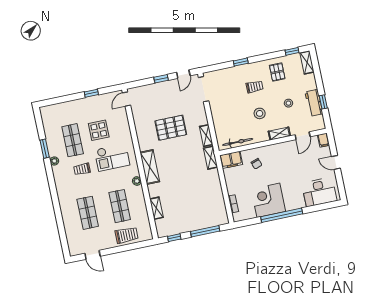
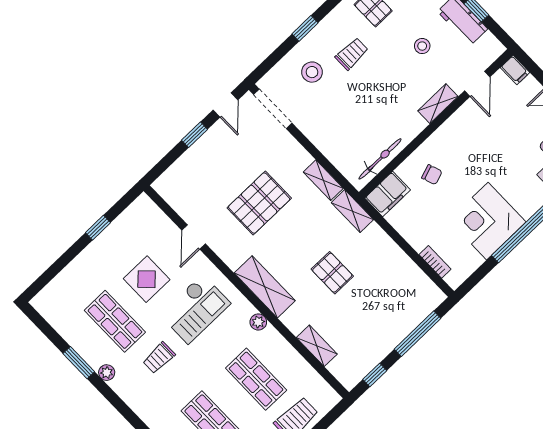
door: (126, 99) -> (194, 237), moved
stool: (260, 113) -> (312, 72), moved
pallet: (184, 180) -> (332, 273), added

